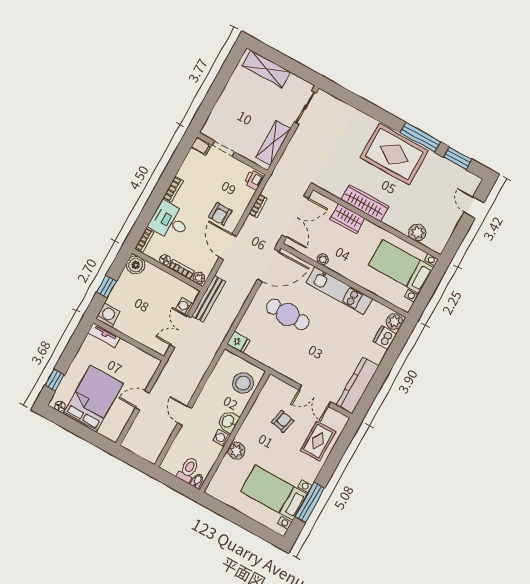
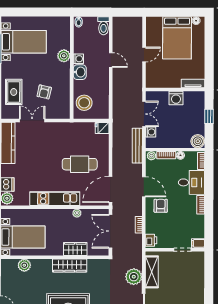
plant: (297, 149) -> (134, 277), added
washing machine: (108, 315) -> (176, 98), moved
window: (54, 380) -> (209, 36), removed
toilet: (188, 470) -> (104, 26), moved

